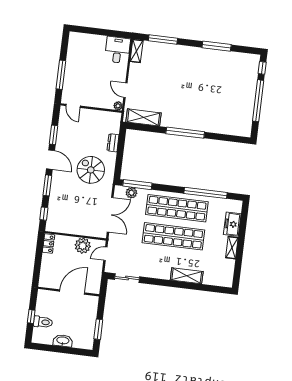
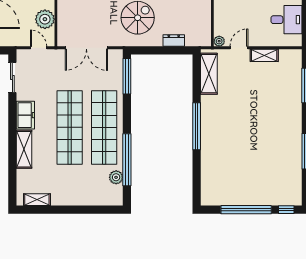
desk: (117, 50) -> (286, 20), moved
shelving: (137, 51) -> (264, 55), moved
plant: (131, 193) -> (116, 177), moved
freezer: (232, 224) -> (25, 115), moved, turned 90
shelving: (232, 248) -> (37, 200), moved

